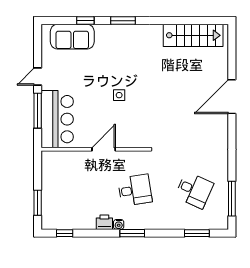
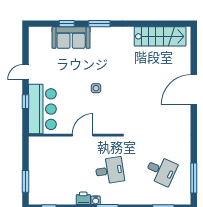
sofa: (72, 37) -> (71, 38), moved
window: (38, 111) -> (25, 102), width x0.46

